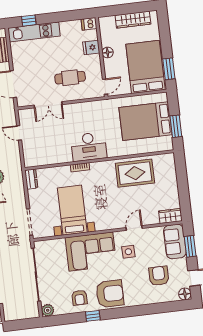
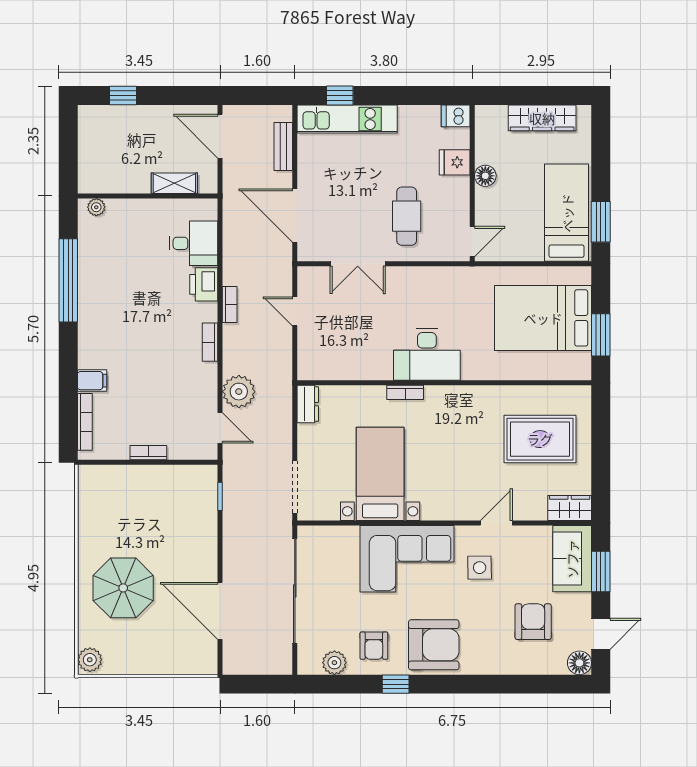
bed: (145, 67) -> (567, 213), width x0.67
cafe table: (70, 78) -> (407, 216), turned 90
rug: (135, 173) -> (540, 439), moved
plant: (48, 310) -> (334, 663), moved

